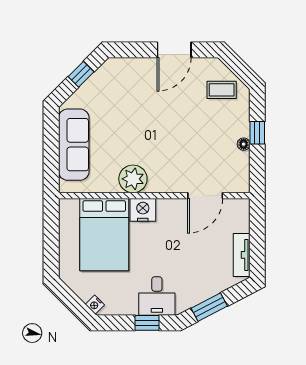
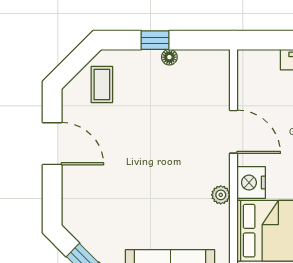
plant: (133, 179) -> (221, 195), width x0.53, depth x0.53
door: (205, 196) -> (234, 132), moved

